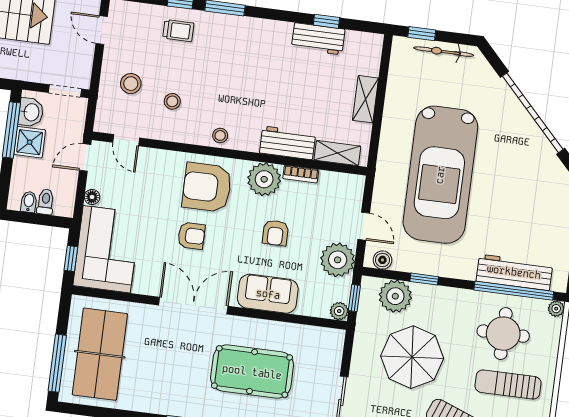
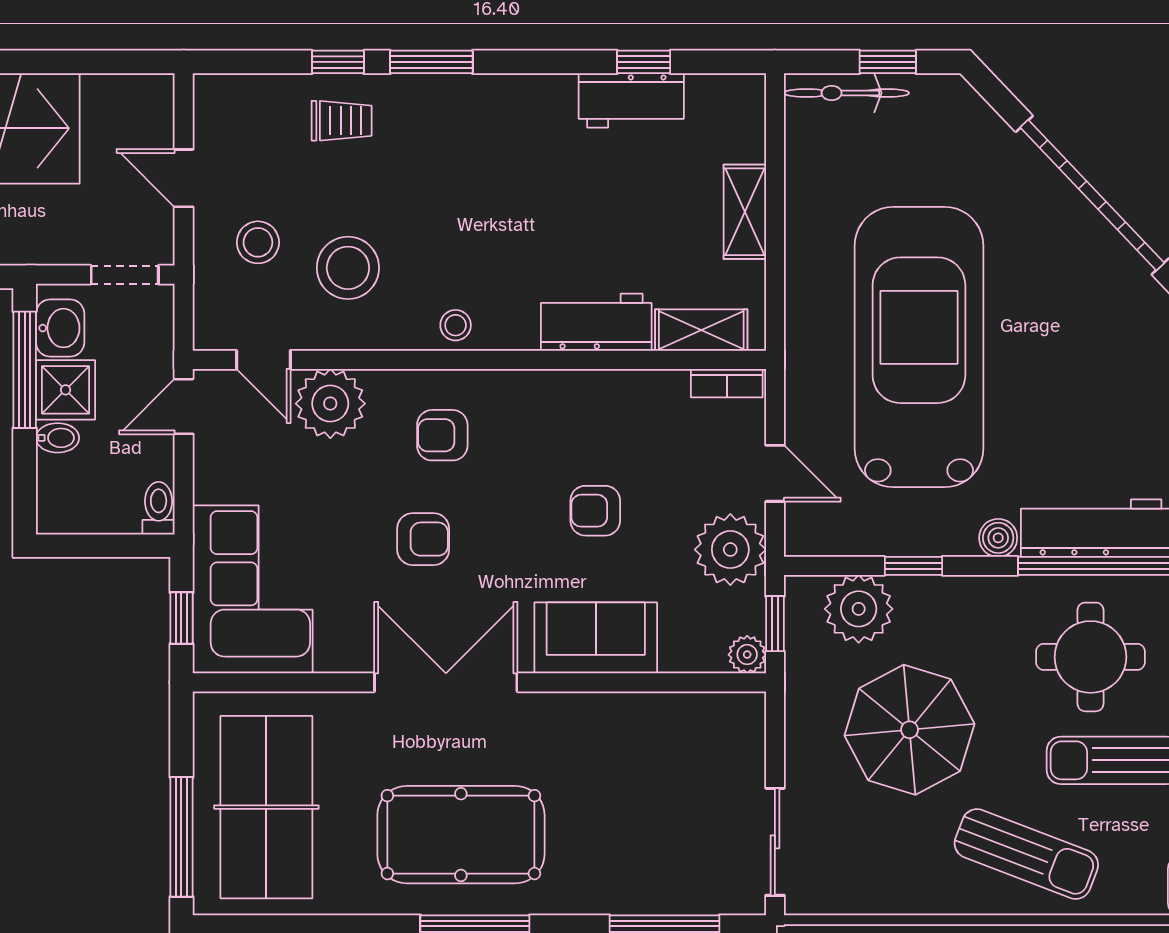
door: (102, 30) -> (184, 178), moved
window: (422, 34) -> (888, 62), moved
bicycle: (444, 52) -> (847, 93), moved
stool: (172, 101) -> (348, 268), width x1.89, depth x1.89
bookcase: (301, 174) -> (727, 383), moved
car: (440, 175) -> (919, 347), turned 180
plant: (264, 179) -> (330, 404), moved
armchair: (207, 187) -> (442, 435), width x0.53, depth x0.53
floor lamp: (92, 197) -> (209, 486), removed
bidet: (29, 202) -> (58, 438), moved, turned 90
toilet: (46, 202) -> (159, 508), moved
armchair: (275, 233) -> (595, 511), turned 90
boiler: (382, 260) -> (998, 538), moved
pool table: (252, 372) -> (461, 835), moved

